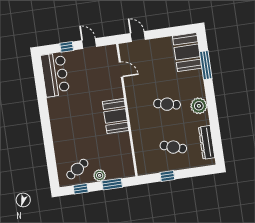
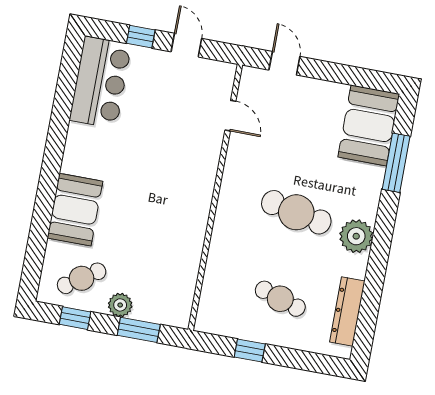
cafe table: (167, 104) -> (296, 212), width x1.37, depth x1.35
booth: (116, 116) -> (75, 210), moved

